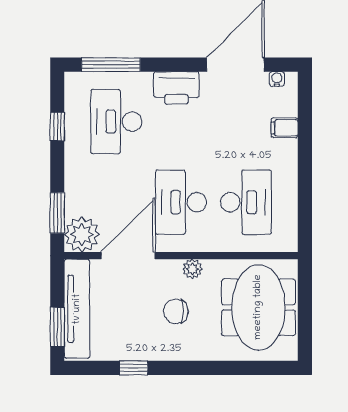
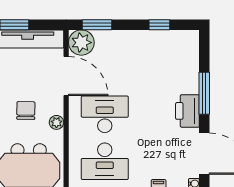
window: (111, 65) -> (204, 93), moved
desk: (116, 122) -> (163, 67), removed

